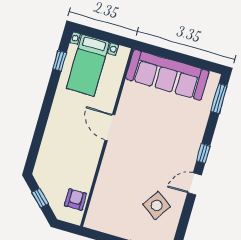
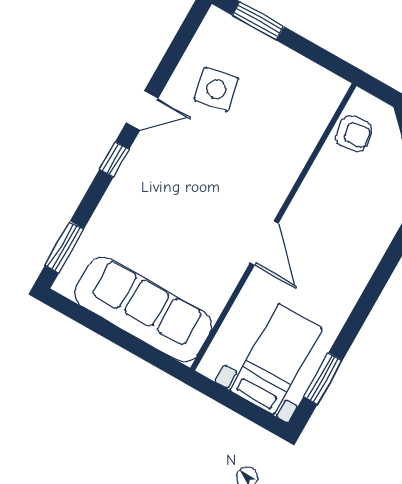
window: (60, 61) -> (323, 379), width x1.50
armchair: (75, 199) -> (353, 133), turned -97
side table: (157, 205) -> (216, 89), turned 45

